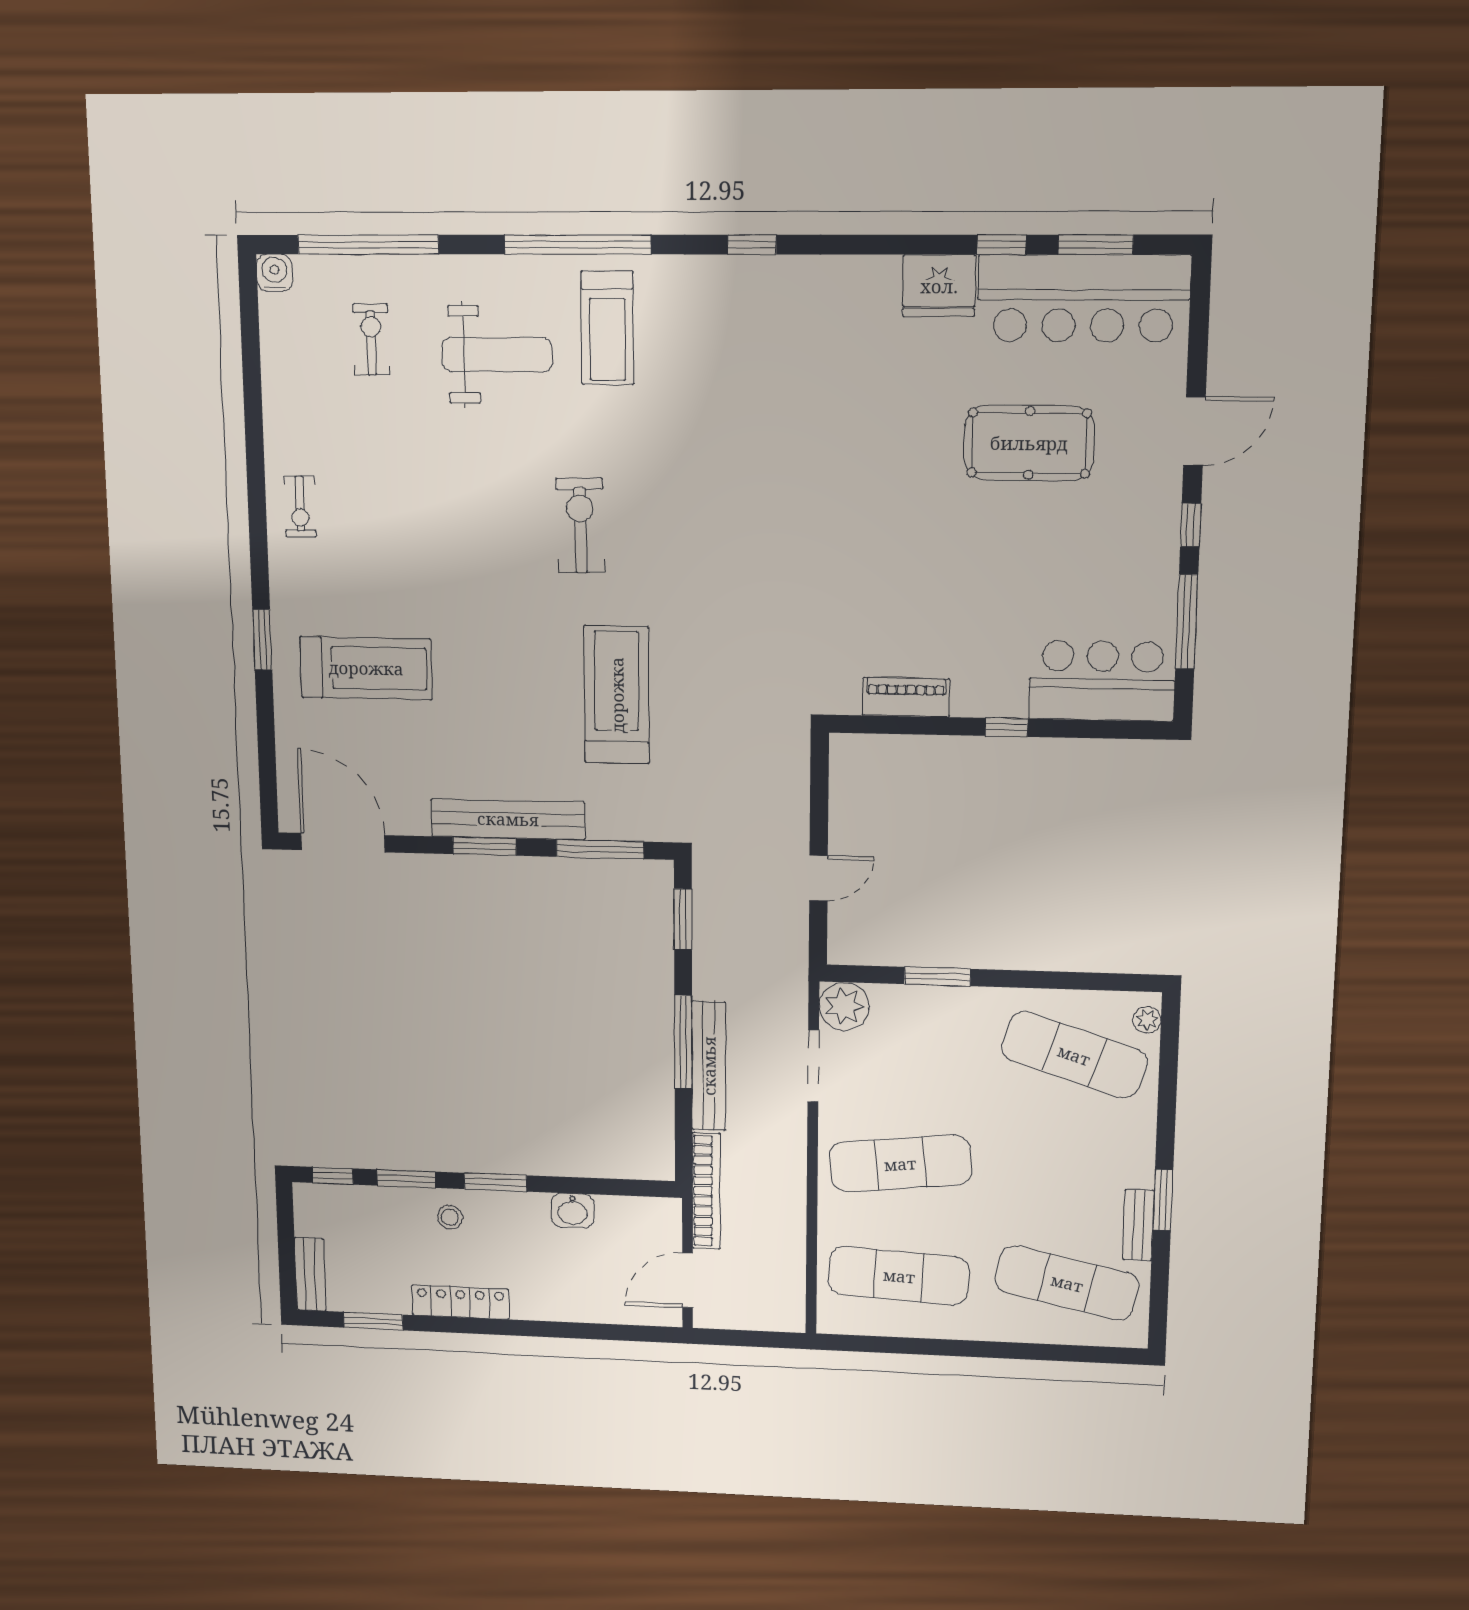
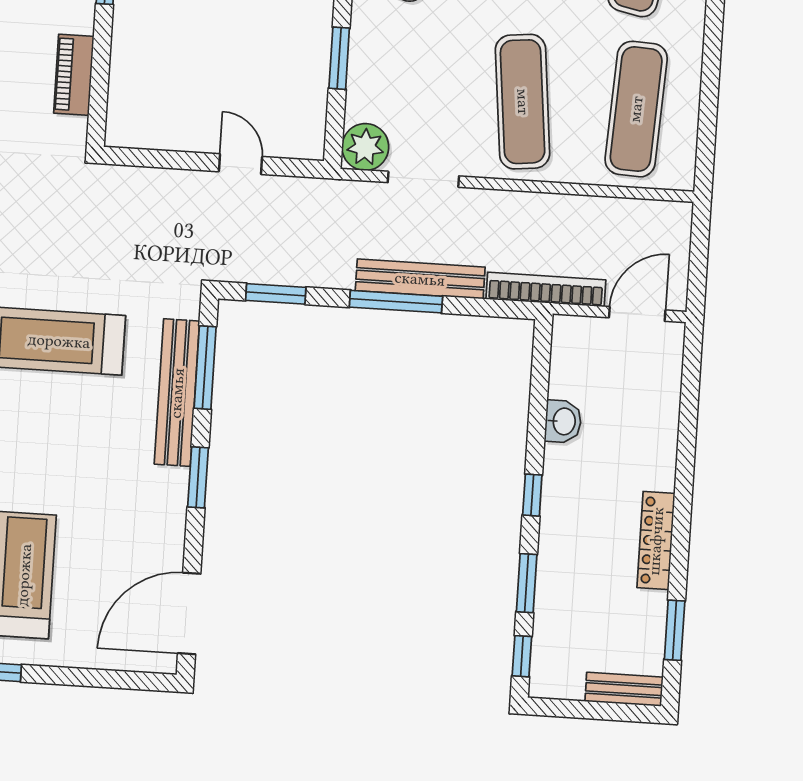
bench: (508, 819) -> (177, 393), moved
window: (495, 1182) -> (532, 495), width x0.67
stool: (450, 1217) -> (567, 543), removed
door: (687, 1280) -> (637, 314), swing flipped

